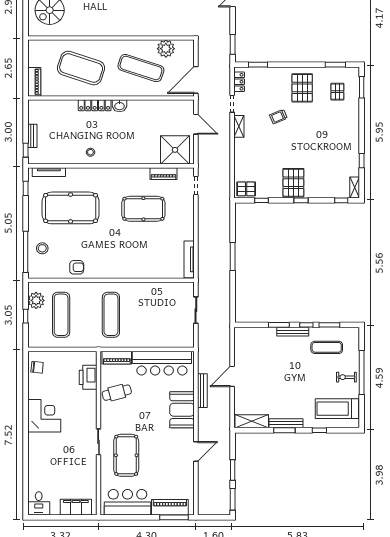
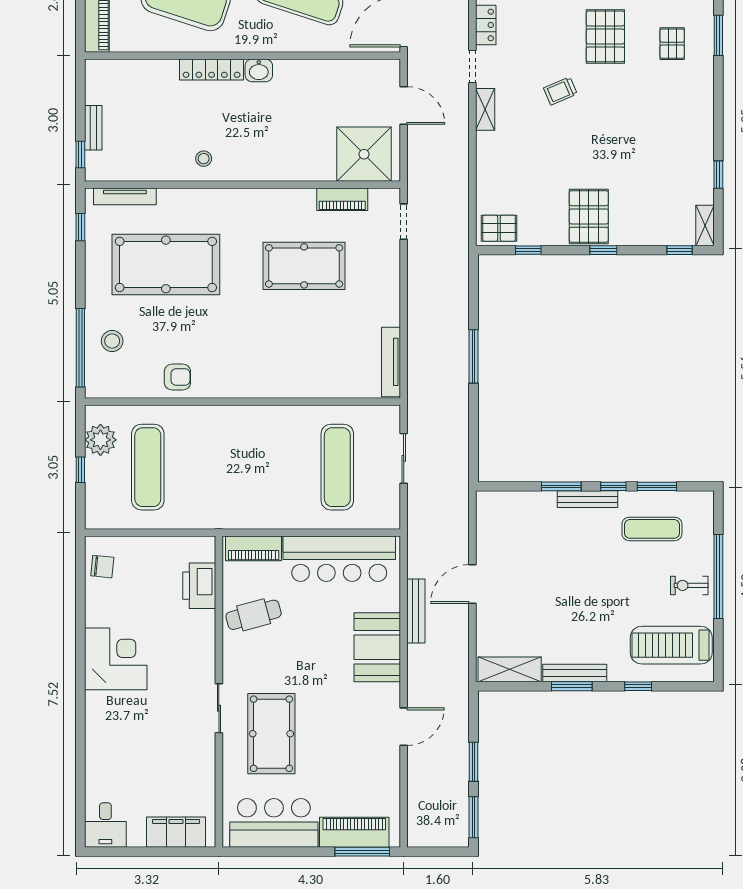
exercise mat: (111, 315) -> (337, 467), moved

